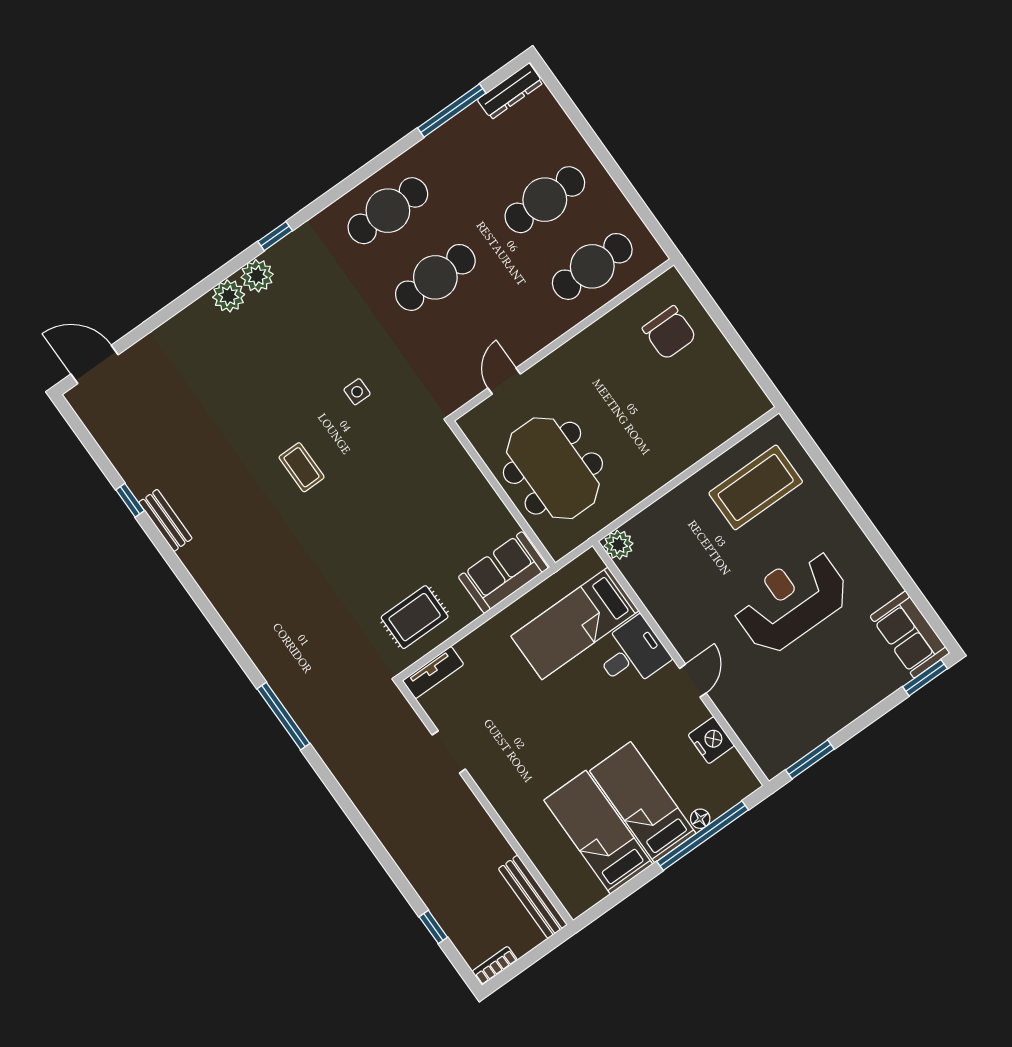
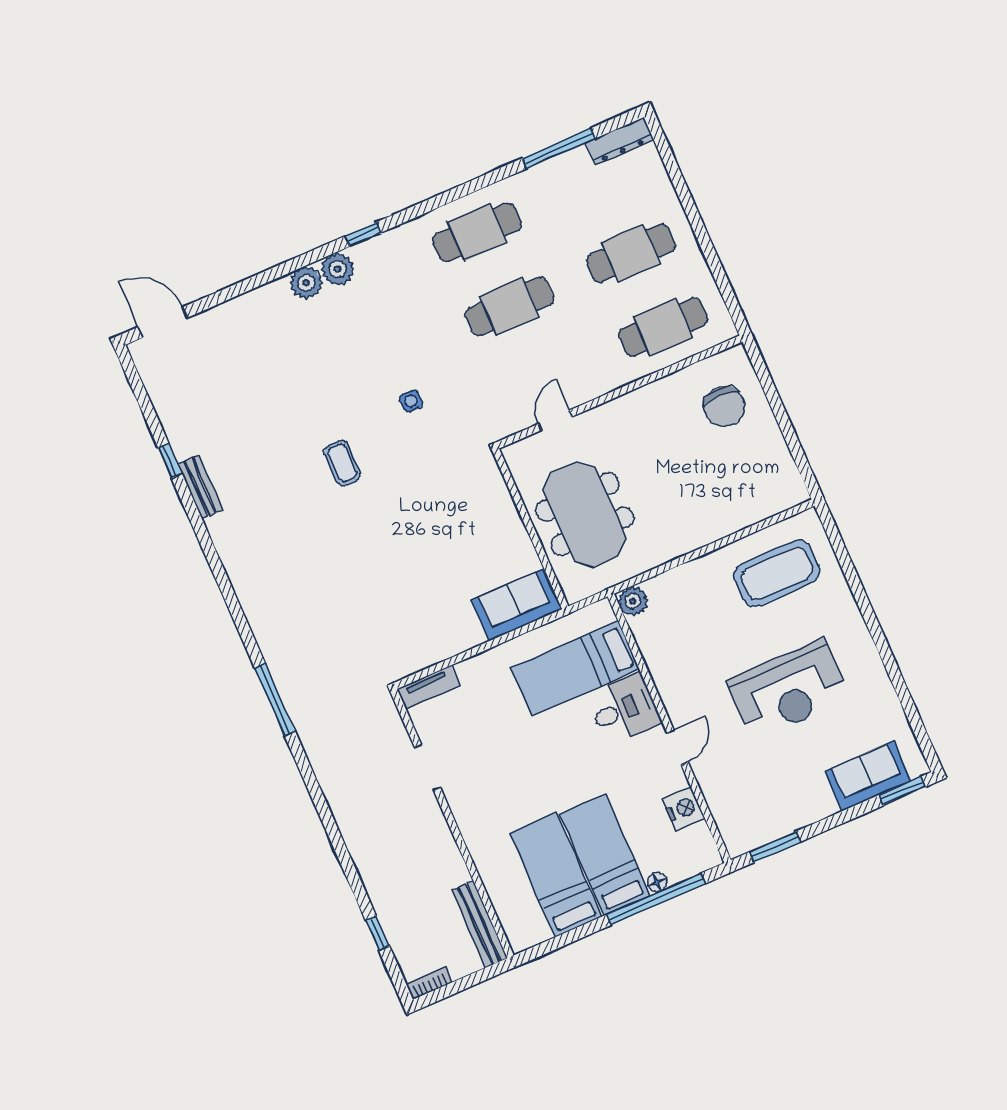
reception desk: (791, 601) -> (788, 690), turned 180
rug: (415, 617) -> (421, 630), removed
sofa: (910, 635) -> (868, 776), moved, turned 90

